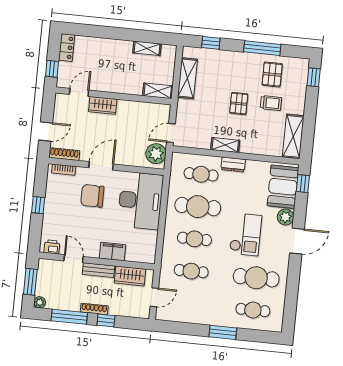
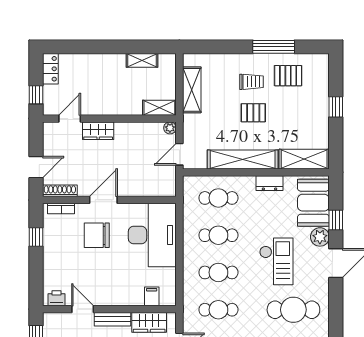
window: (211, 43) -> (214, 47), removed
pallet: (272, 74) -> (288, 76), turned 90
window: (314, 77) -> (336, 107), moved
trolley: (271, 103) -> (252, 82), moved
pallet: (239, 104) -> (253, 113), turned 90
shelving: (293, 136) -> (304, 159), moved, turned 90
shelving: (225, 145) -> (243, 159), width x2.20, depth x1.33
plant: (156, 154) -> (170, 128), moved, width x0.53, depth x0.53
dresser: (233, 164) -> (269, 183), moved
window: (303, 184) -> (336, 220), moved
window: (38, 205) -> (36, 237), moved
cafe table: (198, 207) -> (218, 235), width x0.73, depth x0.74
filing cabinet: (112, 251) -> (152, 296), moved, width x0.50

